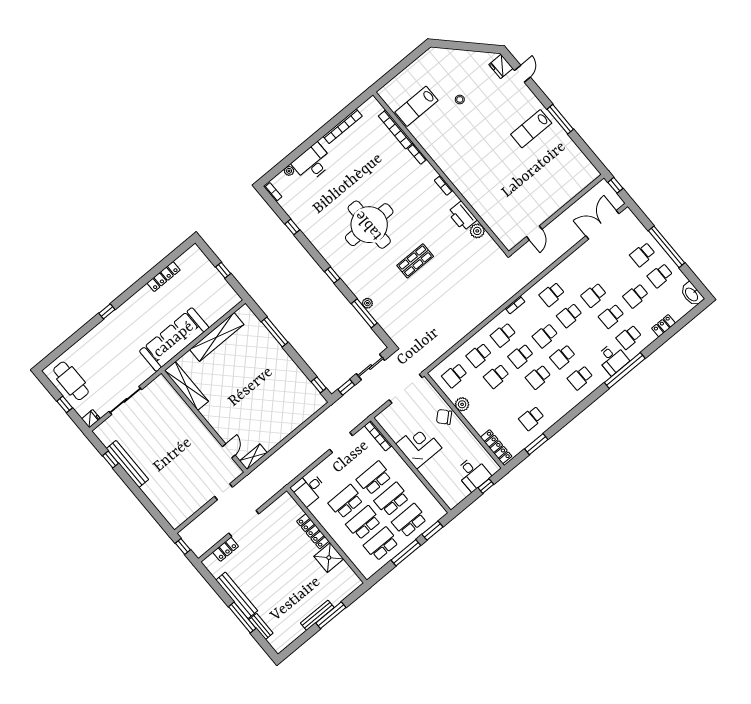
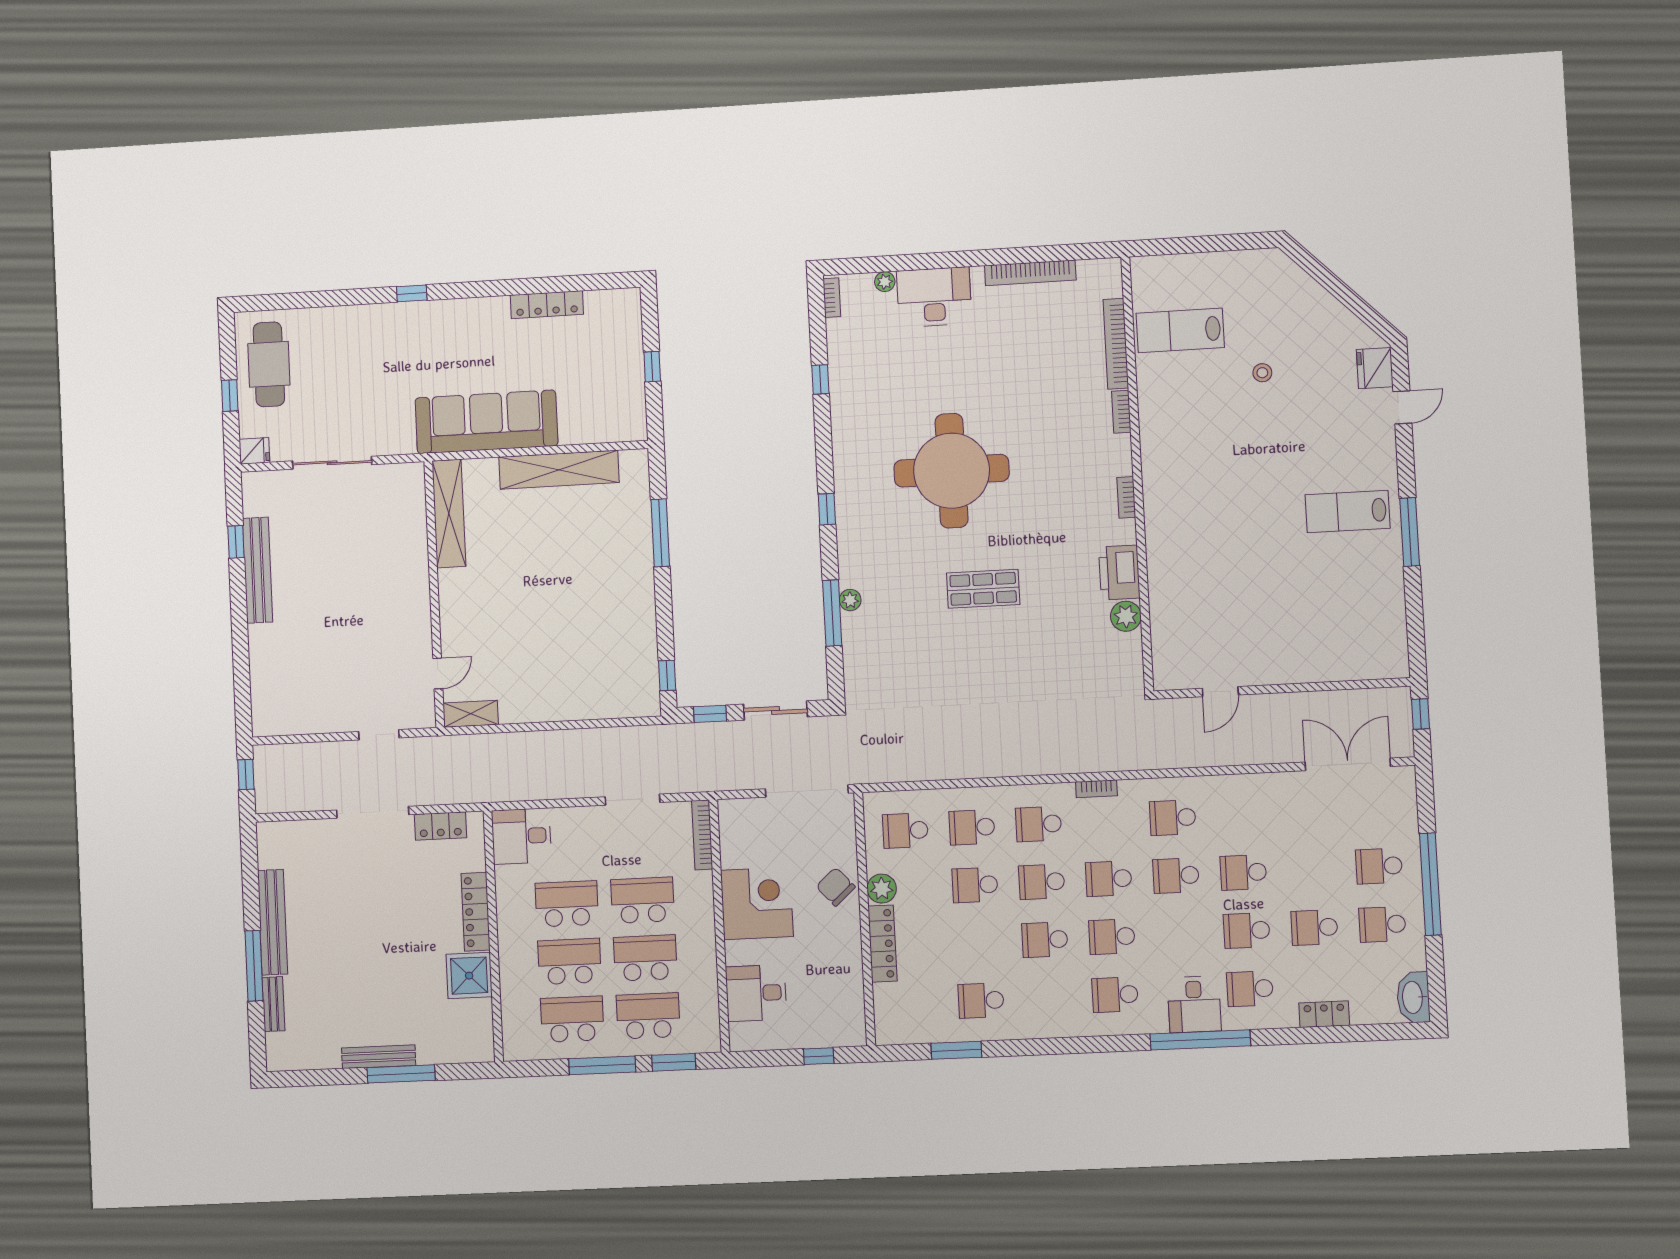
locker: (496, 447) -> (882, 944), moved
desk: (473, 474) -> (756, 993), moved, turned 90
locker: (226, 549) -> (440, 826), moved

